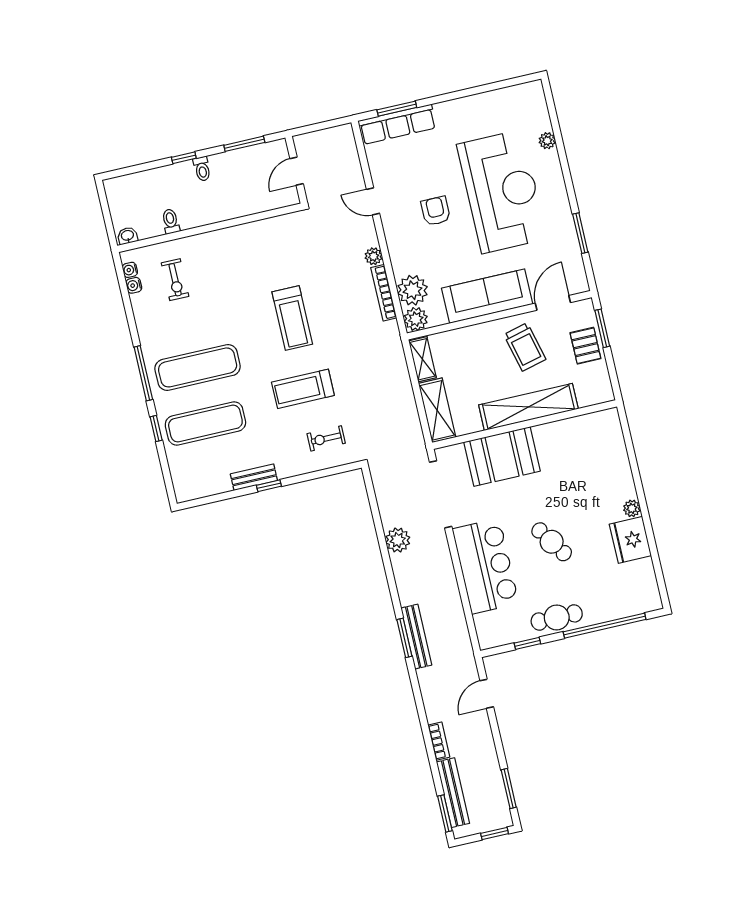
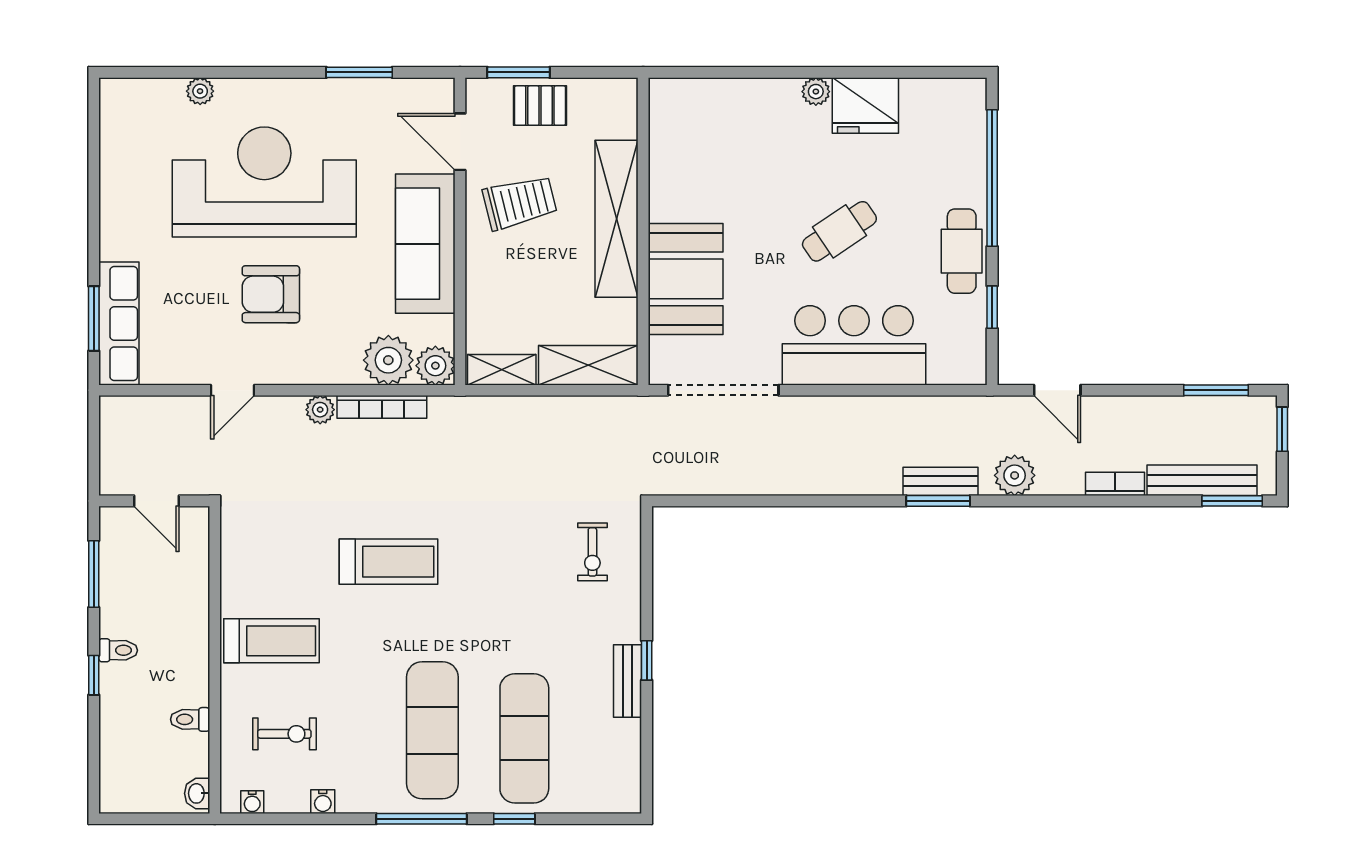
armchair: (436, 211) -> (271, 294), width x1.38, depth x1.38
water cooler: (134, 285) -> (323, 802), moved
treadmill: (303, 389) -> (272, 641), moved, turned -90
plant: (398, 540) -> (1015, 475), moved
bench: (416, 637) -> (940, 481), width x0.73

